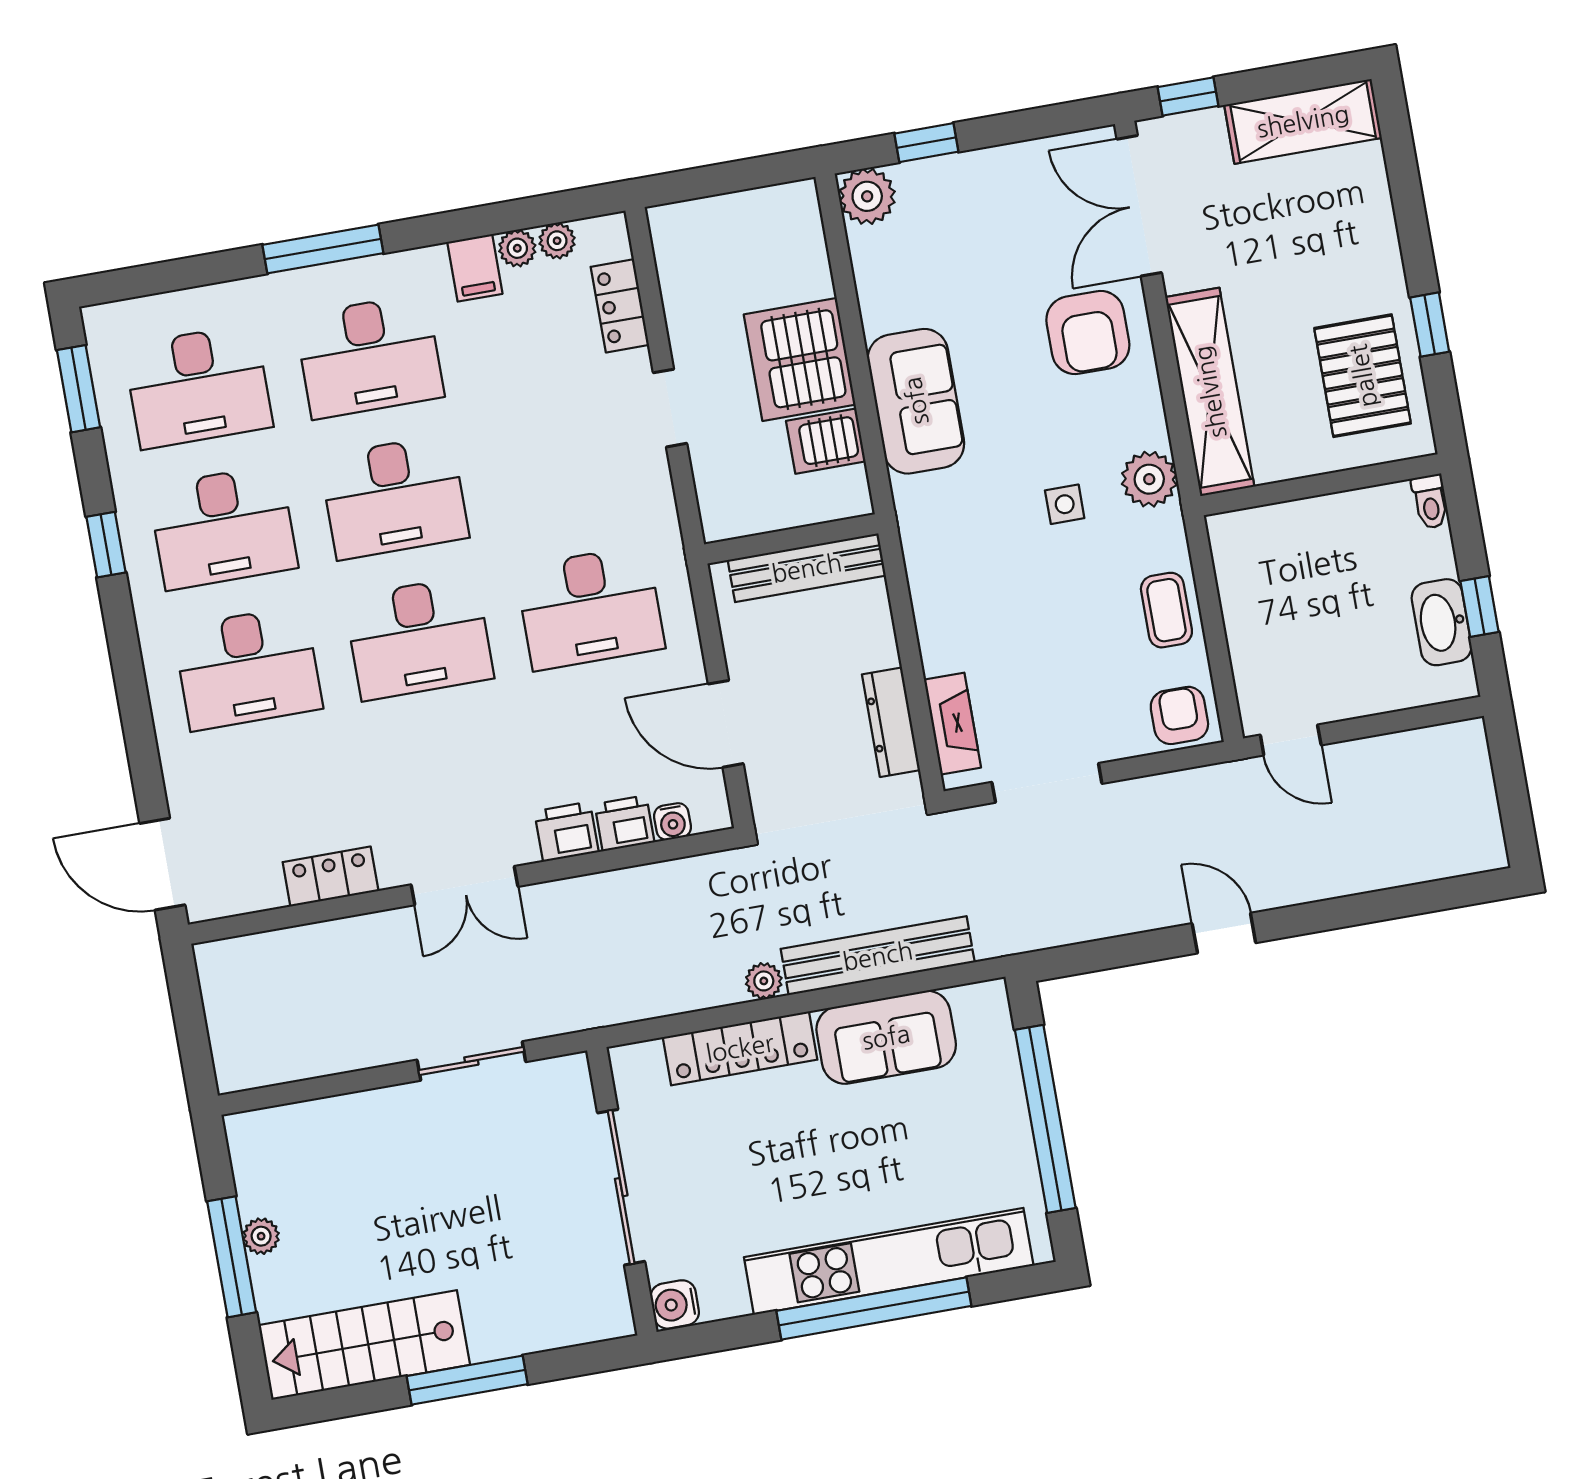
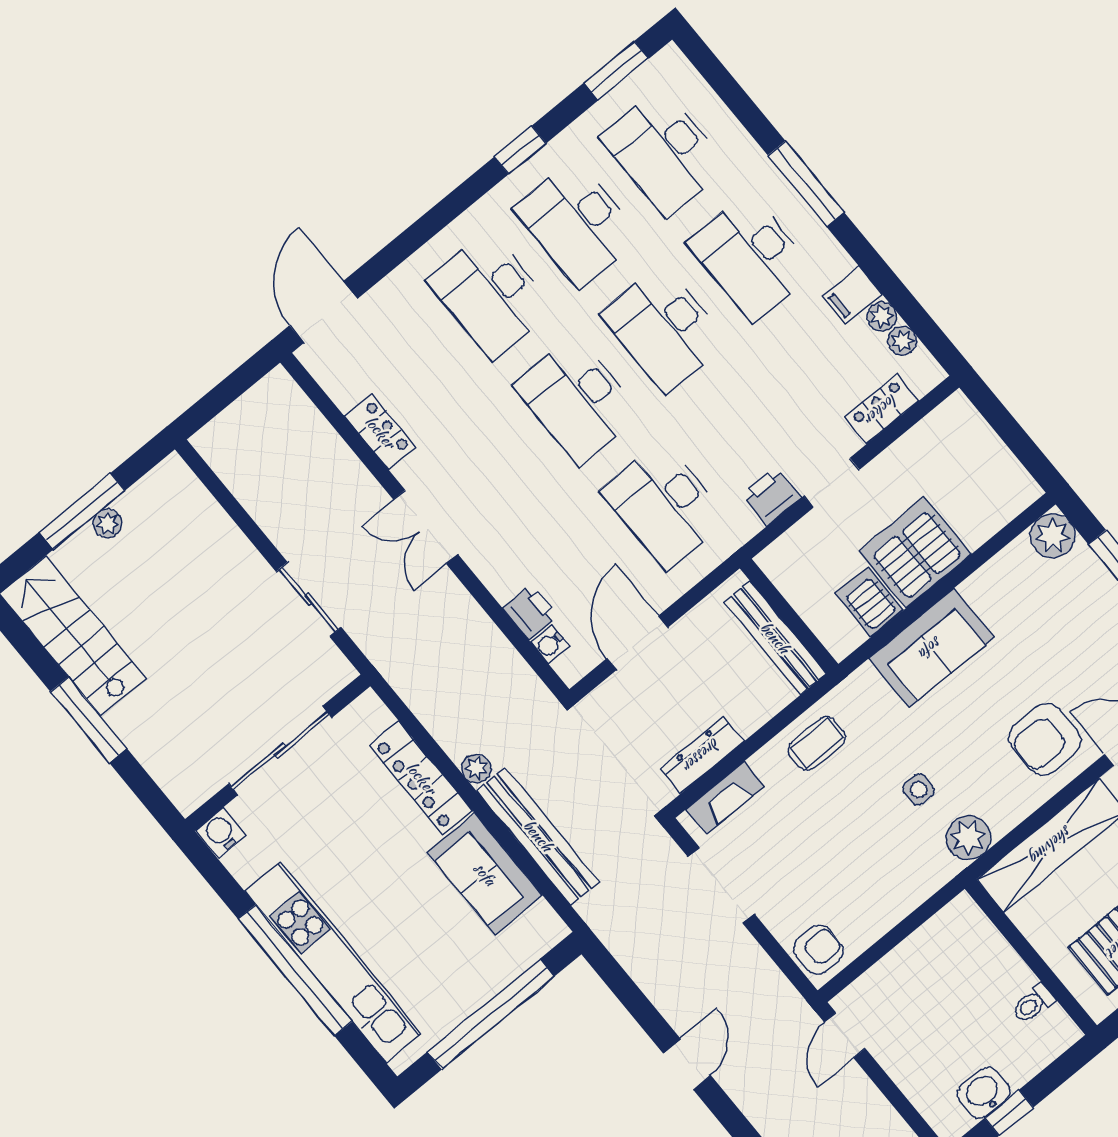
toilet: (1430, 502) -> (1033, 1004), moved
coffee table: (1166, 610) -> (817, 743), moved
washbasin: (1442, 622) -> (984, 1093), width x0.72
printer: (567, 832) -> (772, 496), moved, turned -90

